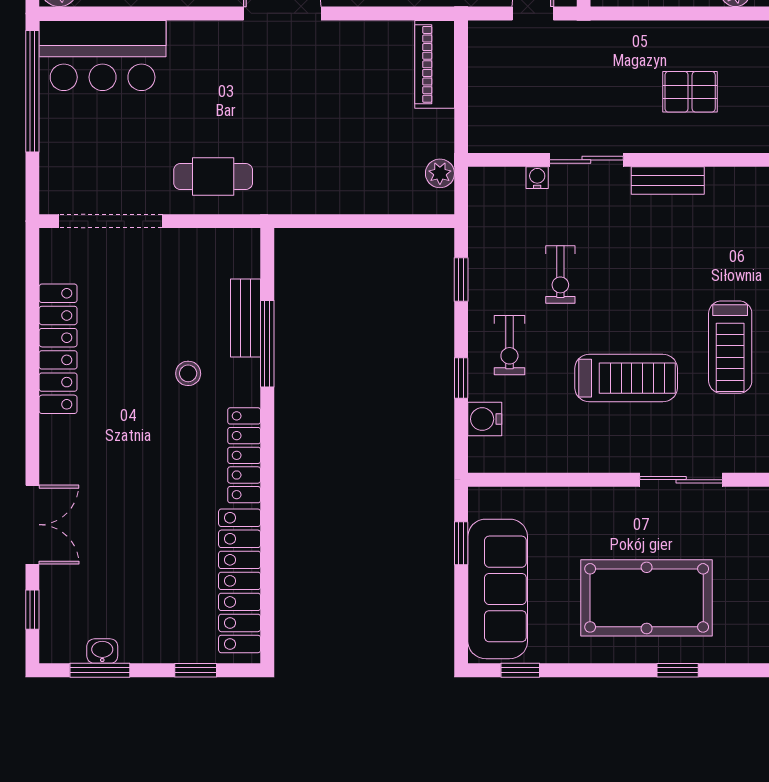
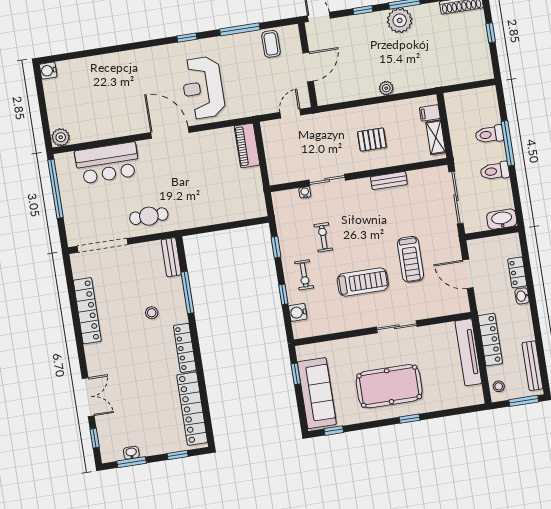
bar counter: (103, 55) -> (107, 163), moved
plant: (440, 173) -> (258, 198), removed
bench: (668, 181) -> (389, 181), moved
exercise bike: (560, 275) -> (323, 237), turned 180
bench: (245, 318) -> (171, 257), moved

